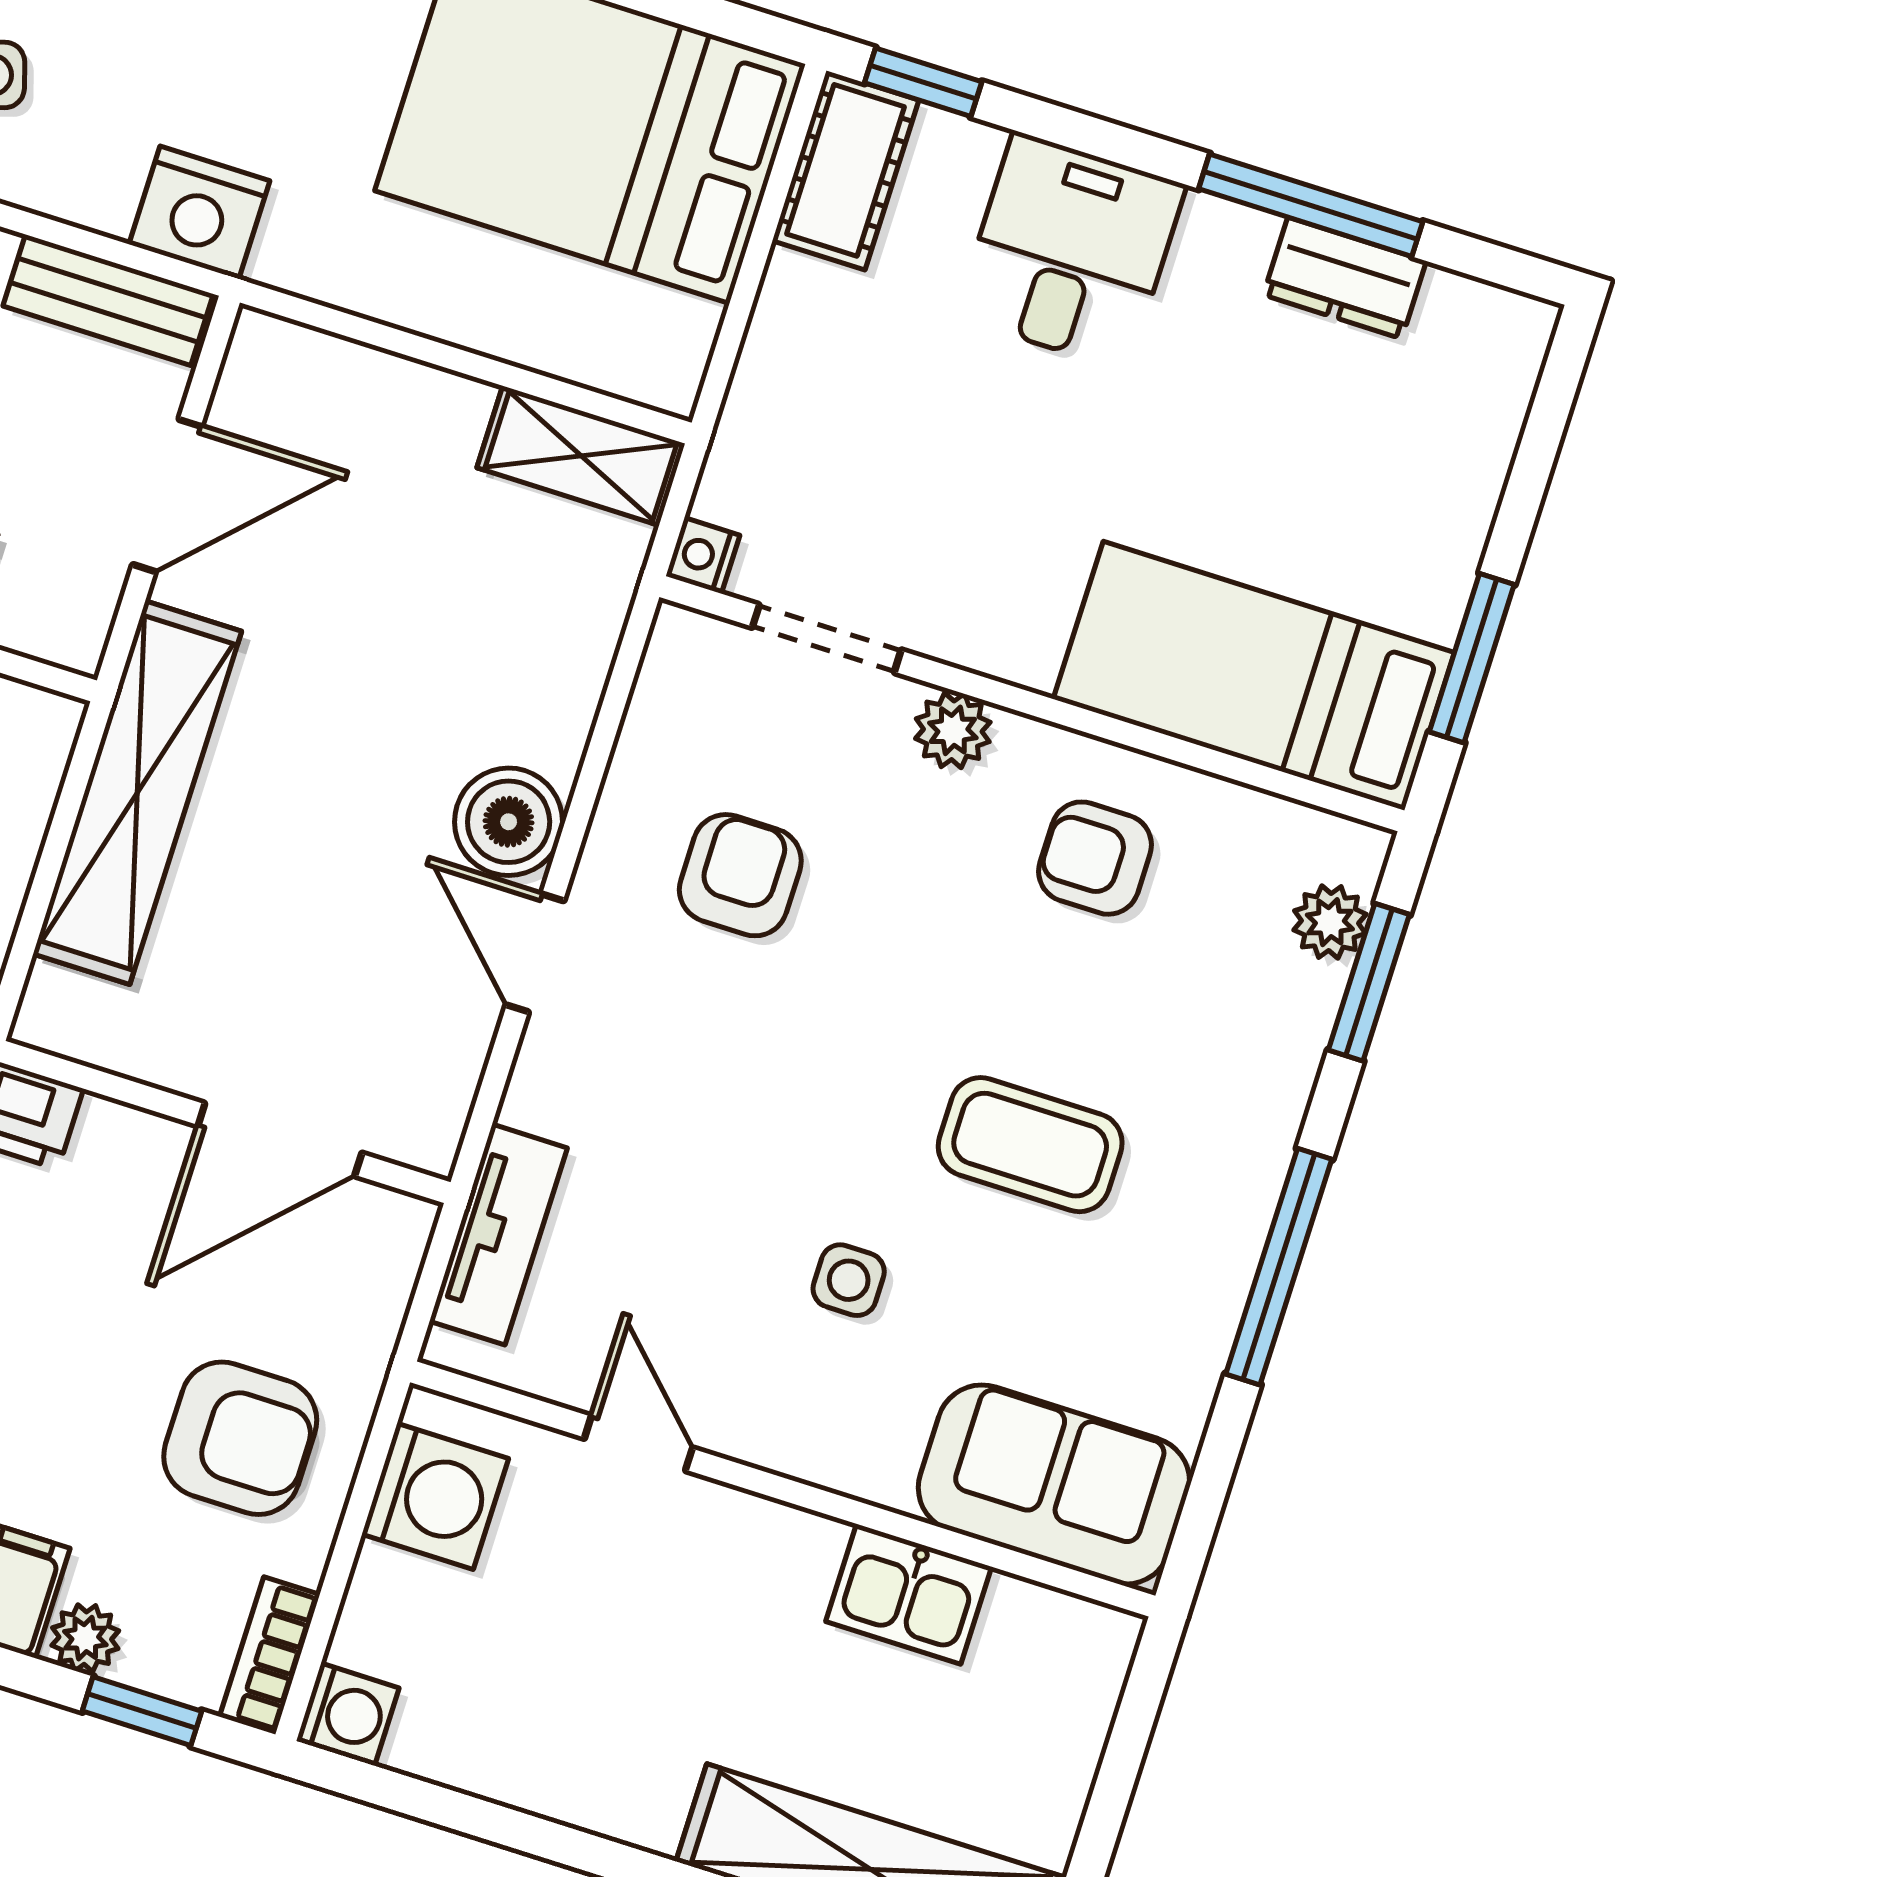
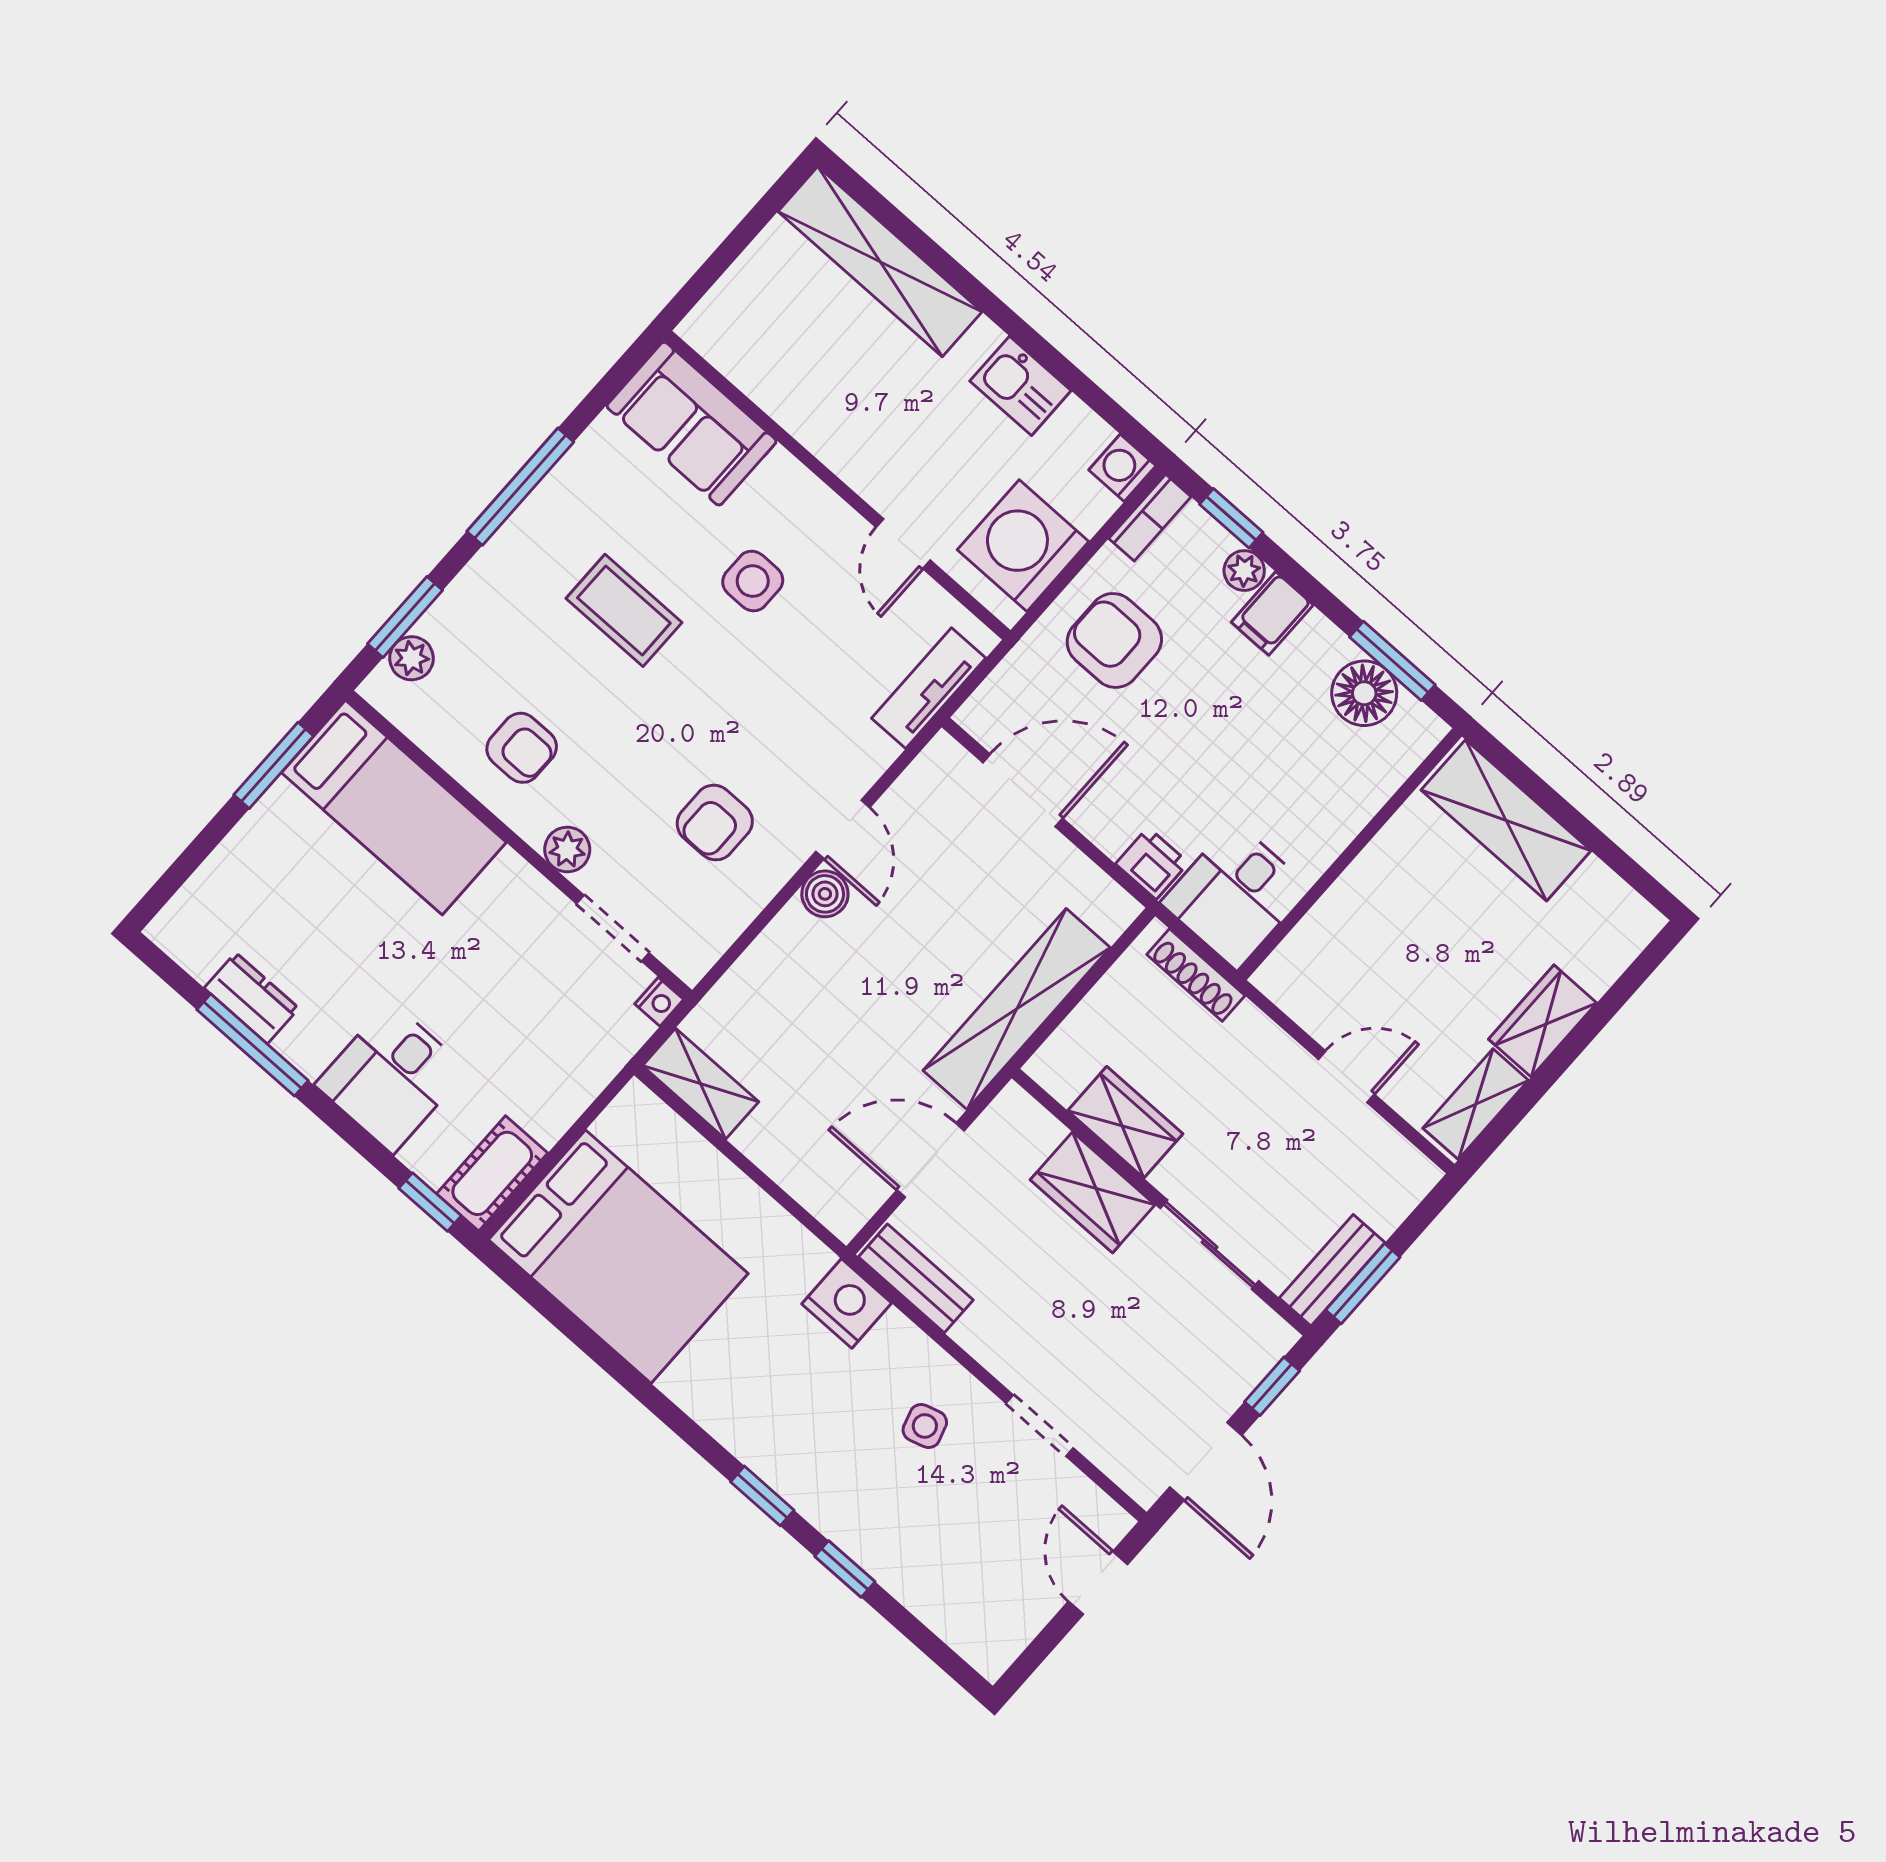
boiler: (509, 822) -> (825, 894), width x0.73, depth x0.73
side table: (849, 1280) -> (753, 581), width x1.37, depth x1.37
washing machine: (435, 1496) -> (1023, 546), width x1.37, depth x1.37
kitchen sink: (909, 1594) -> (1020, 386), moved, turned 180

